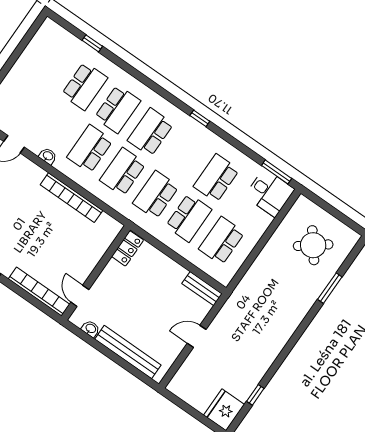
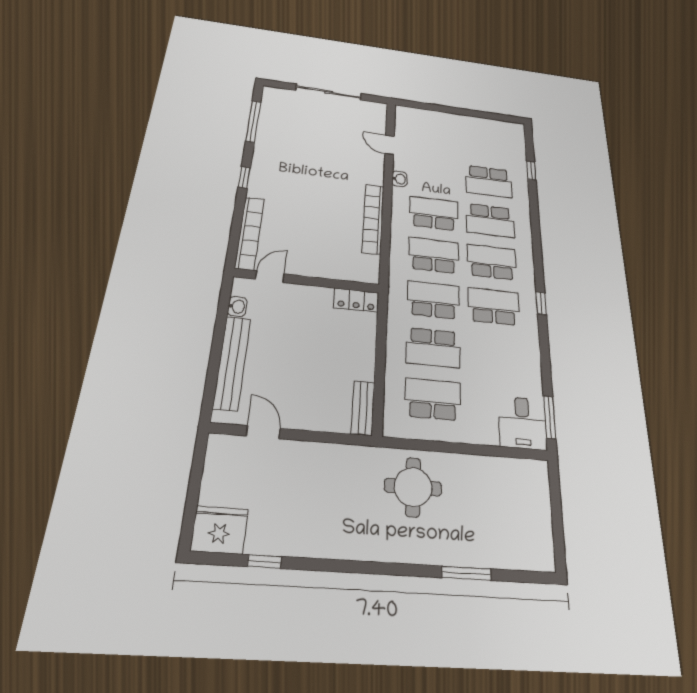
school desk: (216, 178) -> (494, 306), moved
round table: (313, 245) -> (413, 487), moved, turned 38
door: (197, 336) -> (263, 432), moved

